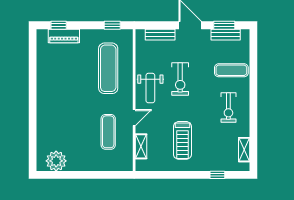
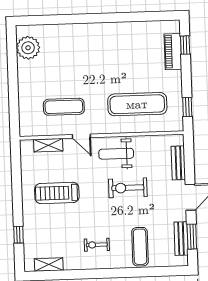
exercise bike: (228, 108) -> (97, 245), width x0.73, depth x0.72

